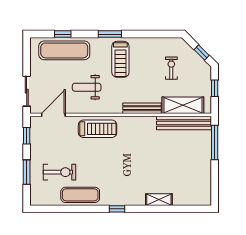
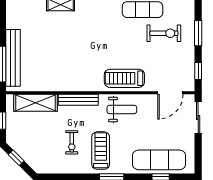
exercise bike: (171, 68) -> (72, 142), moved
weight bench: (87, 87) -> (122, 109), moved
bench: (184, 123) -> (13, 58), moved, turned 90
exercise bike: (60, 172) -> (164, 33), turned 180

